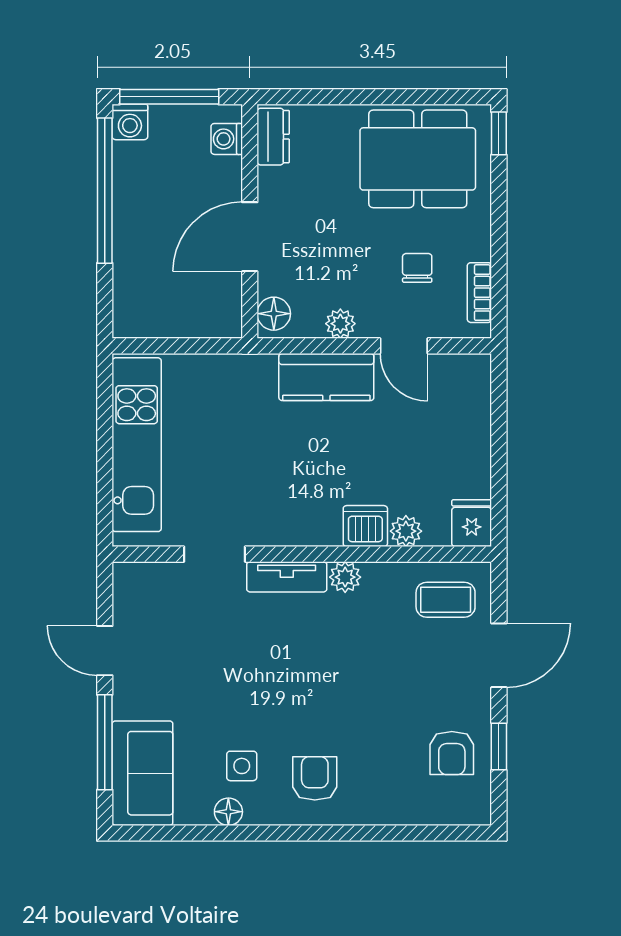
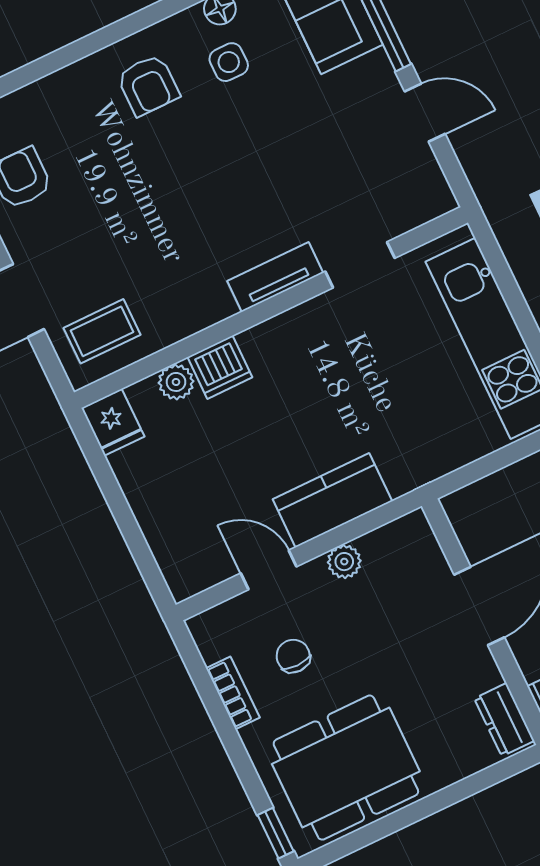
chair: (417, 268) -> (293, 656), turned 180
bookcase: (479, 293) -> (233, 693), moved
floor lamp: (274, 314) -> (417, 539), removed
plant: (345, 577) -> (216, 305), removed

